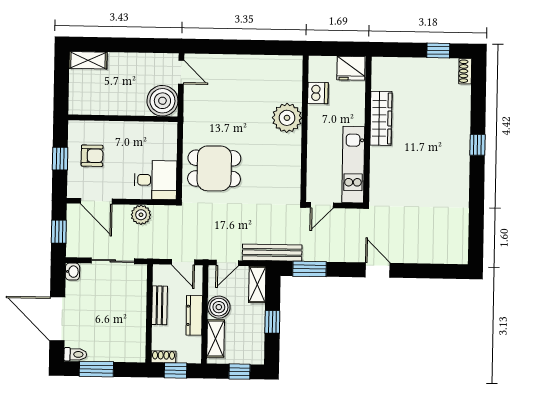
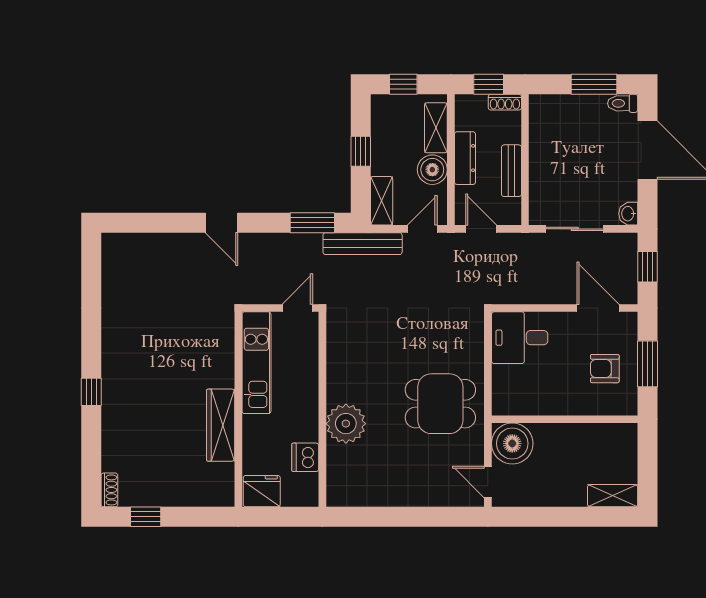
window: (60, 159) -> (647, 364), width x1.50
dining table: (214, 168) -> (440, 404), moved
plant: (141, 215) -> (538, 291), removed

